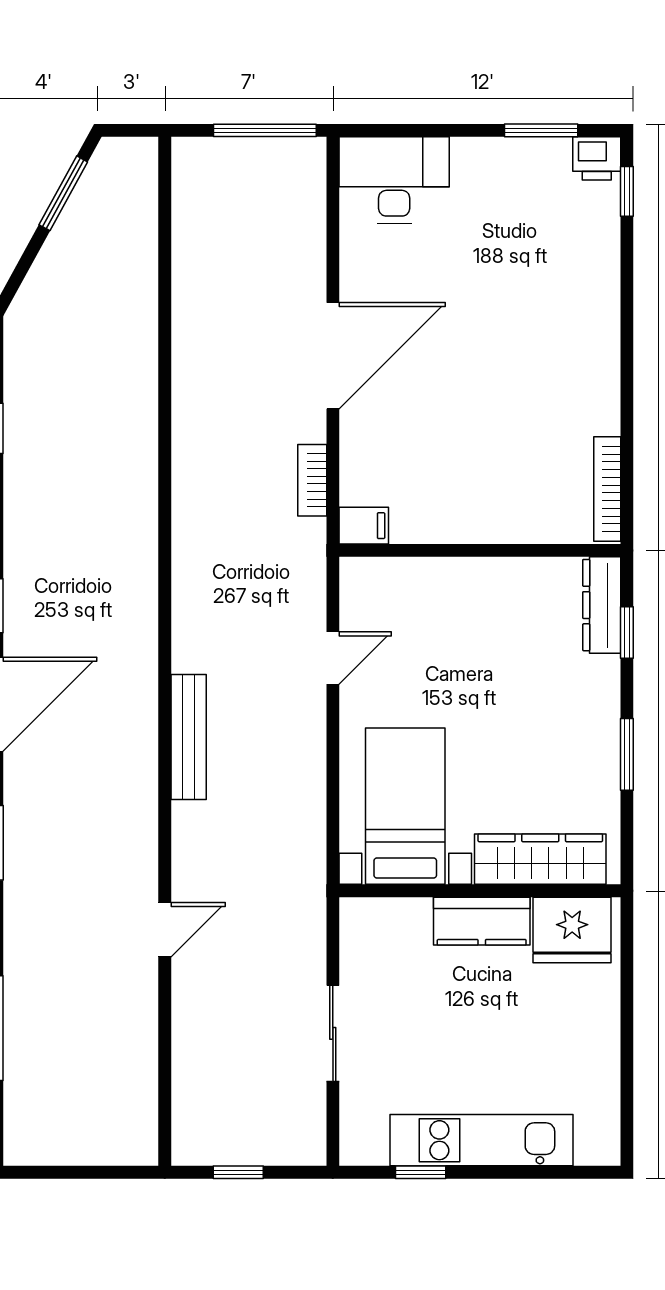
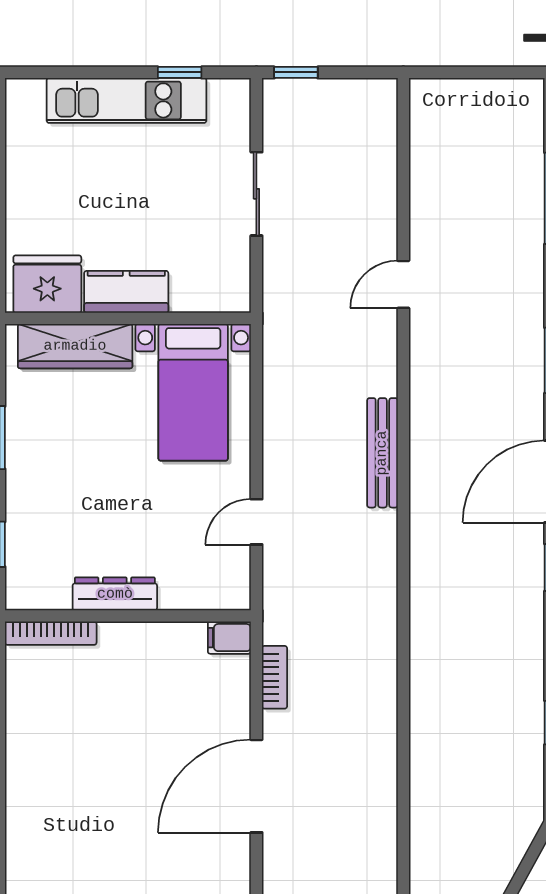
bookcase: (607, 489) -> (51, 633), moved, turned 90
dresser: (602, 605) -> (115, 594), moved, turned -90
window: (238, 1172) -> (296, 72), moved

